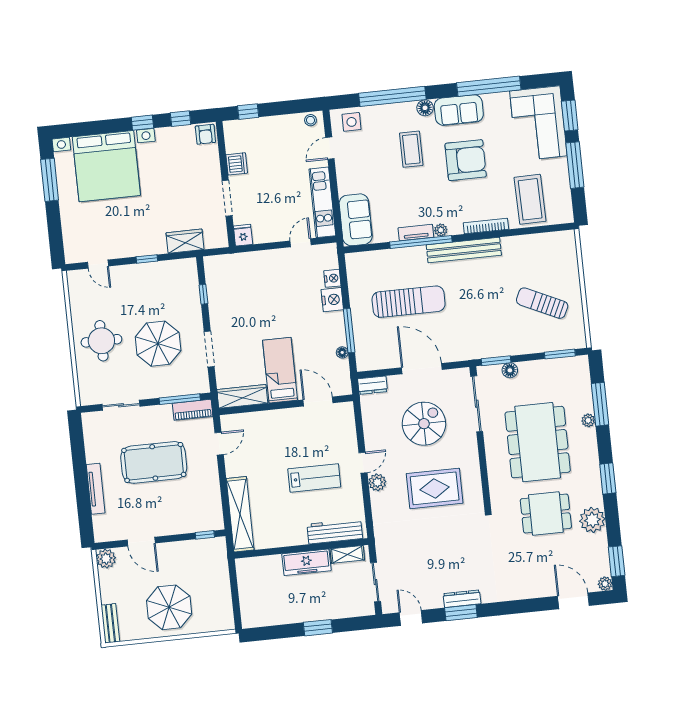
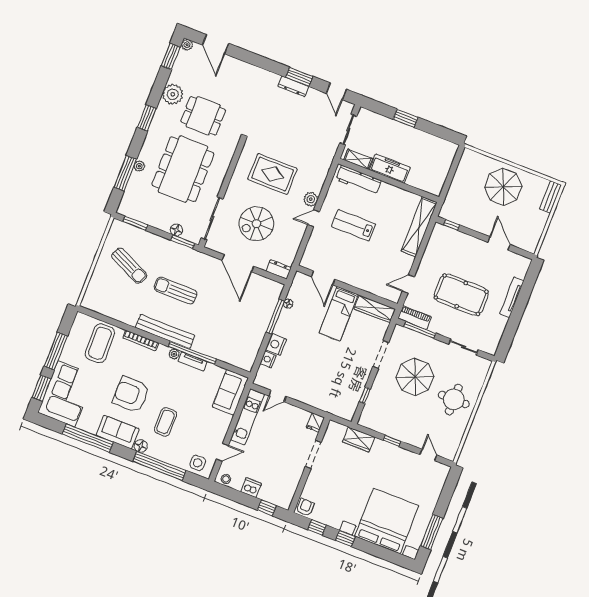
dishwasher: (237, 164) -> (251, 488), moved, turned 90
sun lounger: (409, 302) -> (175, 290), moved, width x0.73, depth x0.75
plant: (106, 559) -> (530, 244), removed

